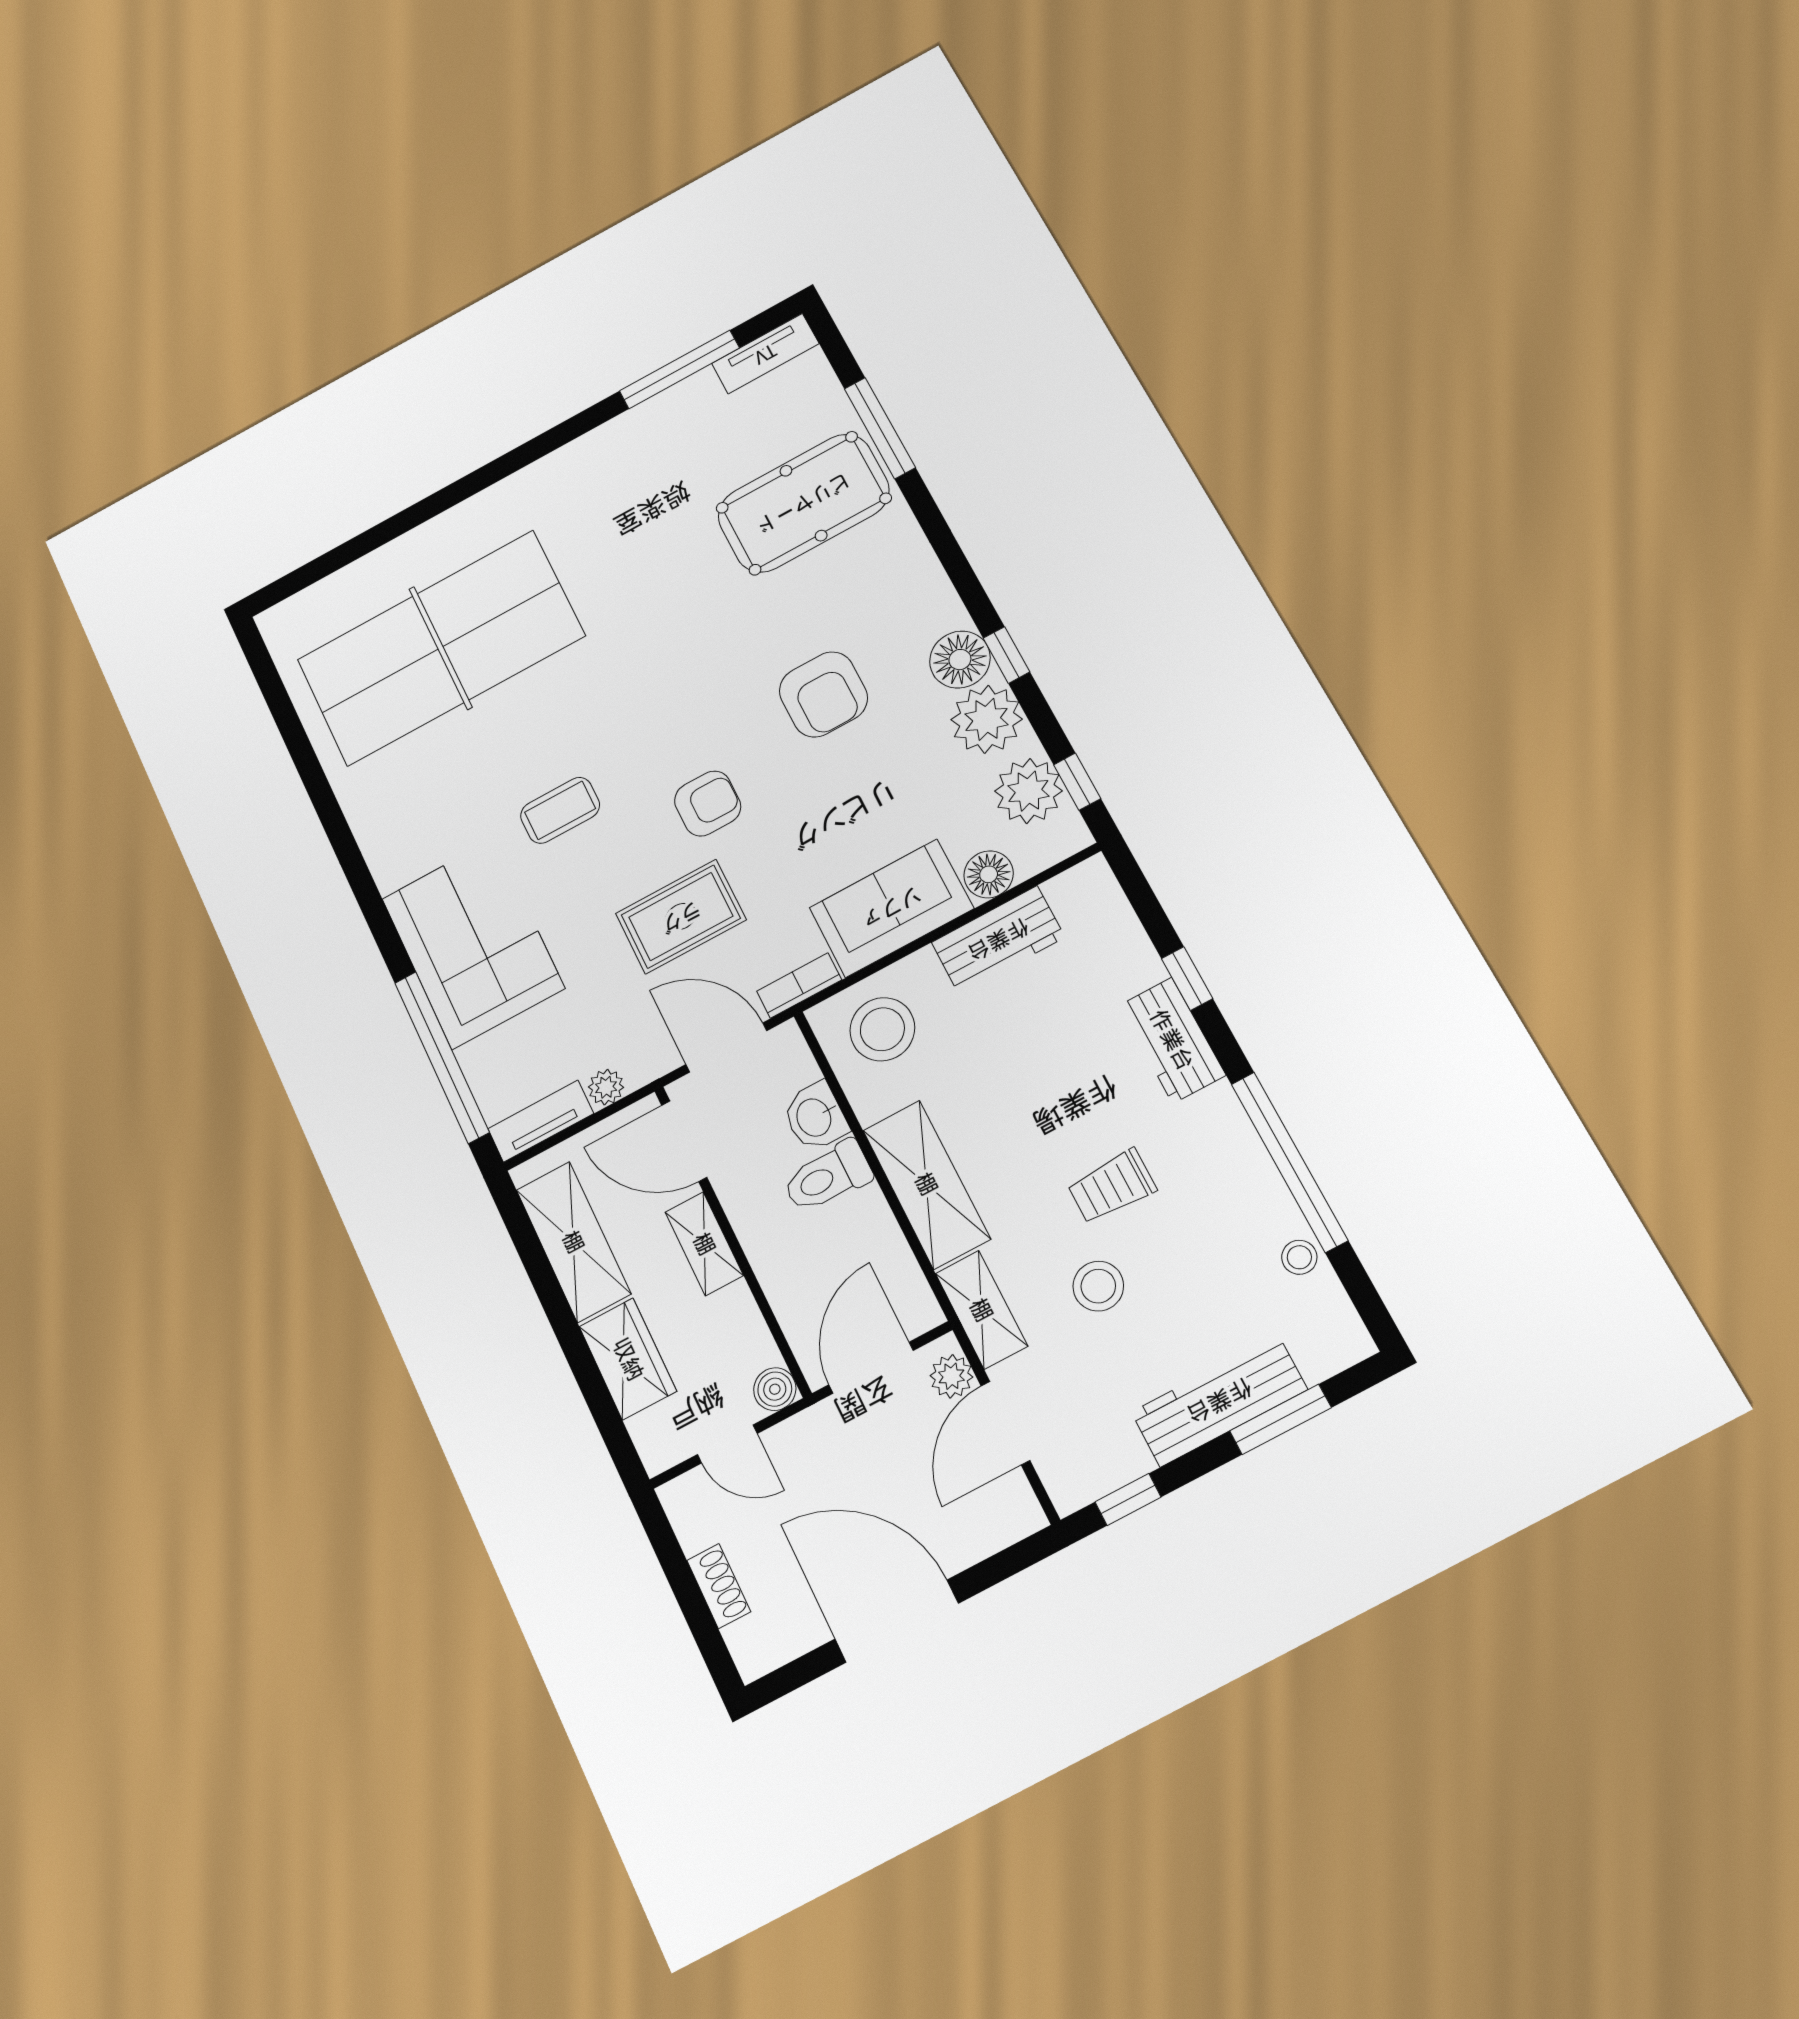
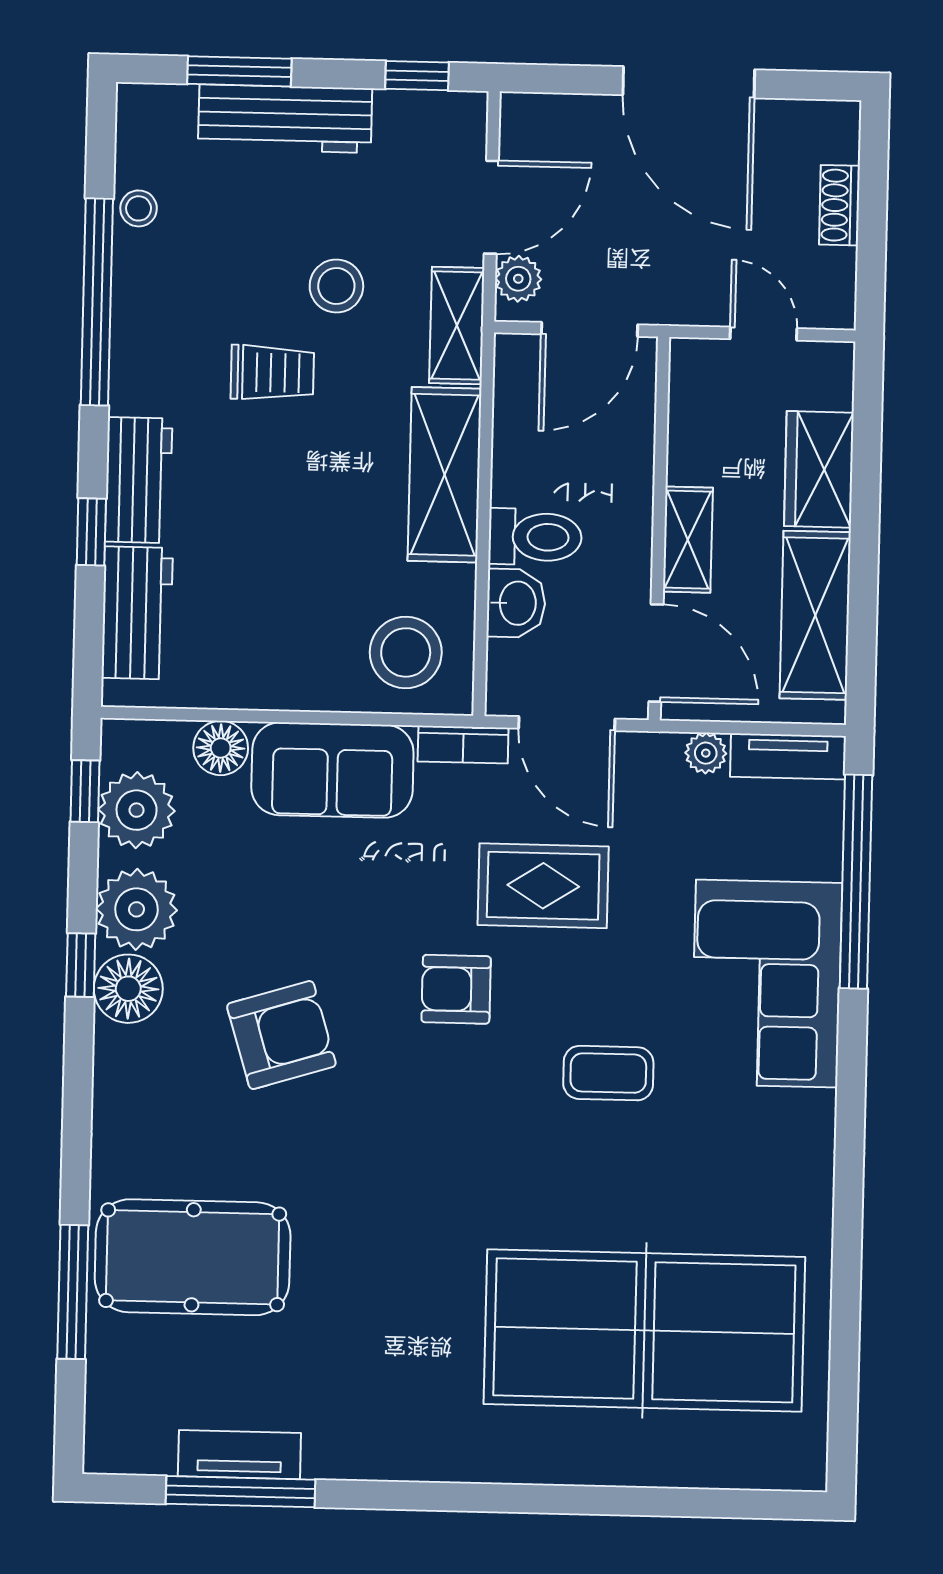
tv unit: (765, 354) -> (239, 1455), moved
armchair: (823, 694) -> (281, 1035), turned 73
workbench: (998, 940) -> (137, 613), moved, turned 90
boiler: (775, 1389) -> (692, 360), removed

